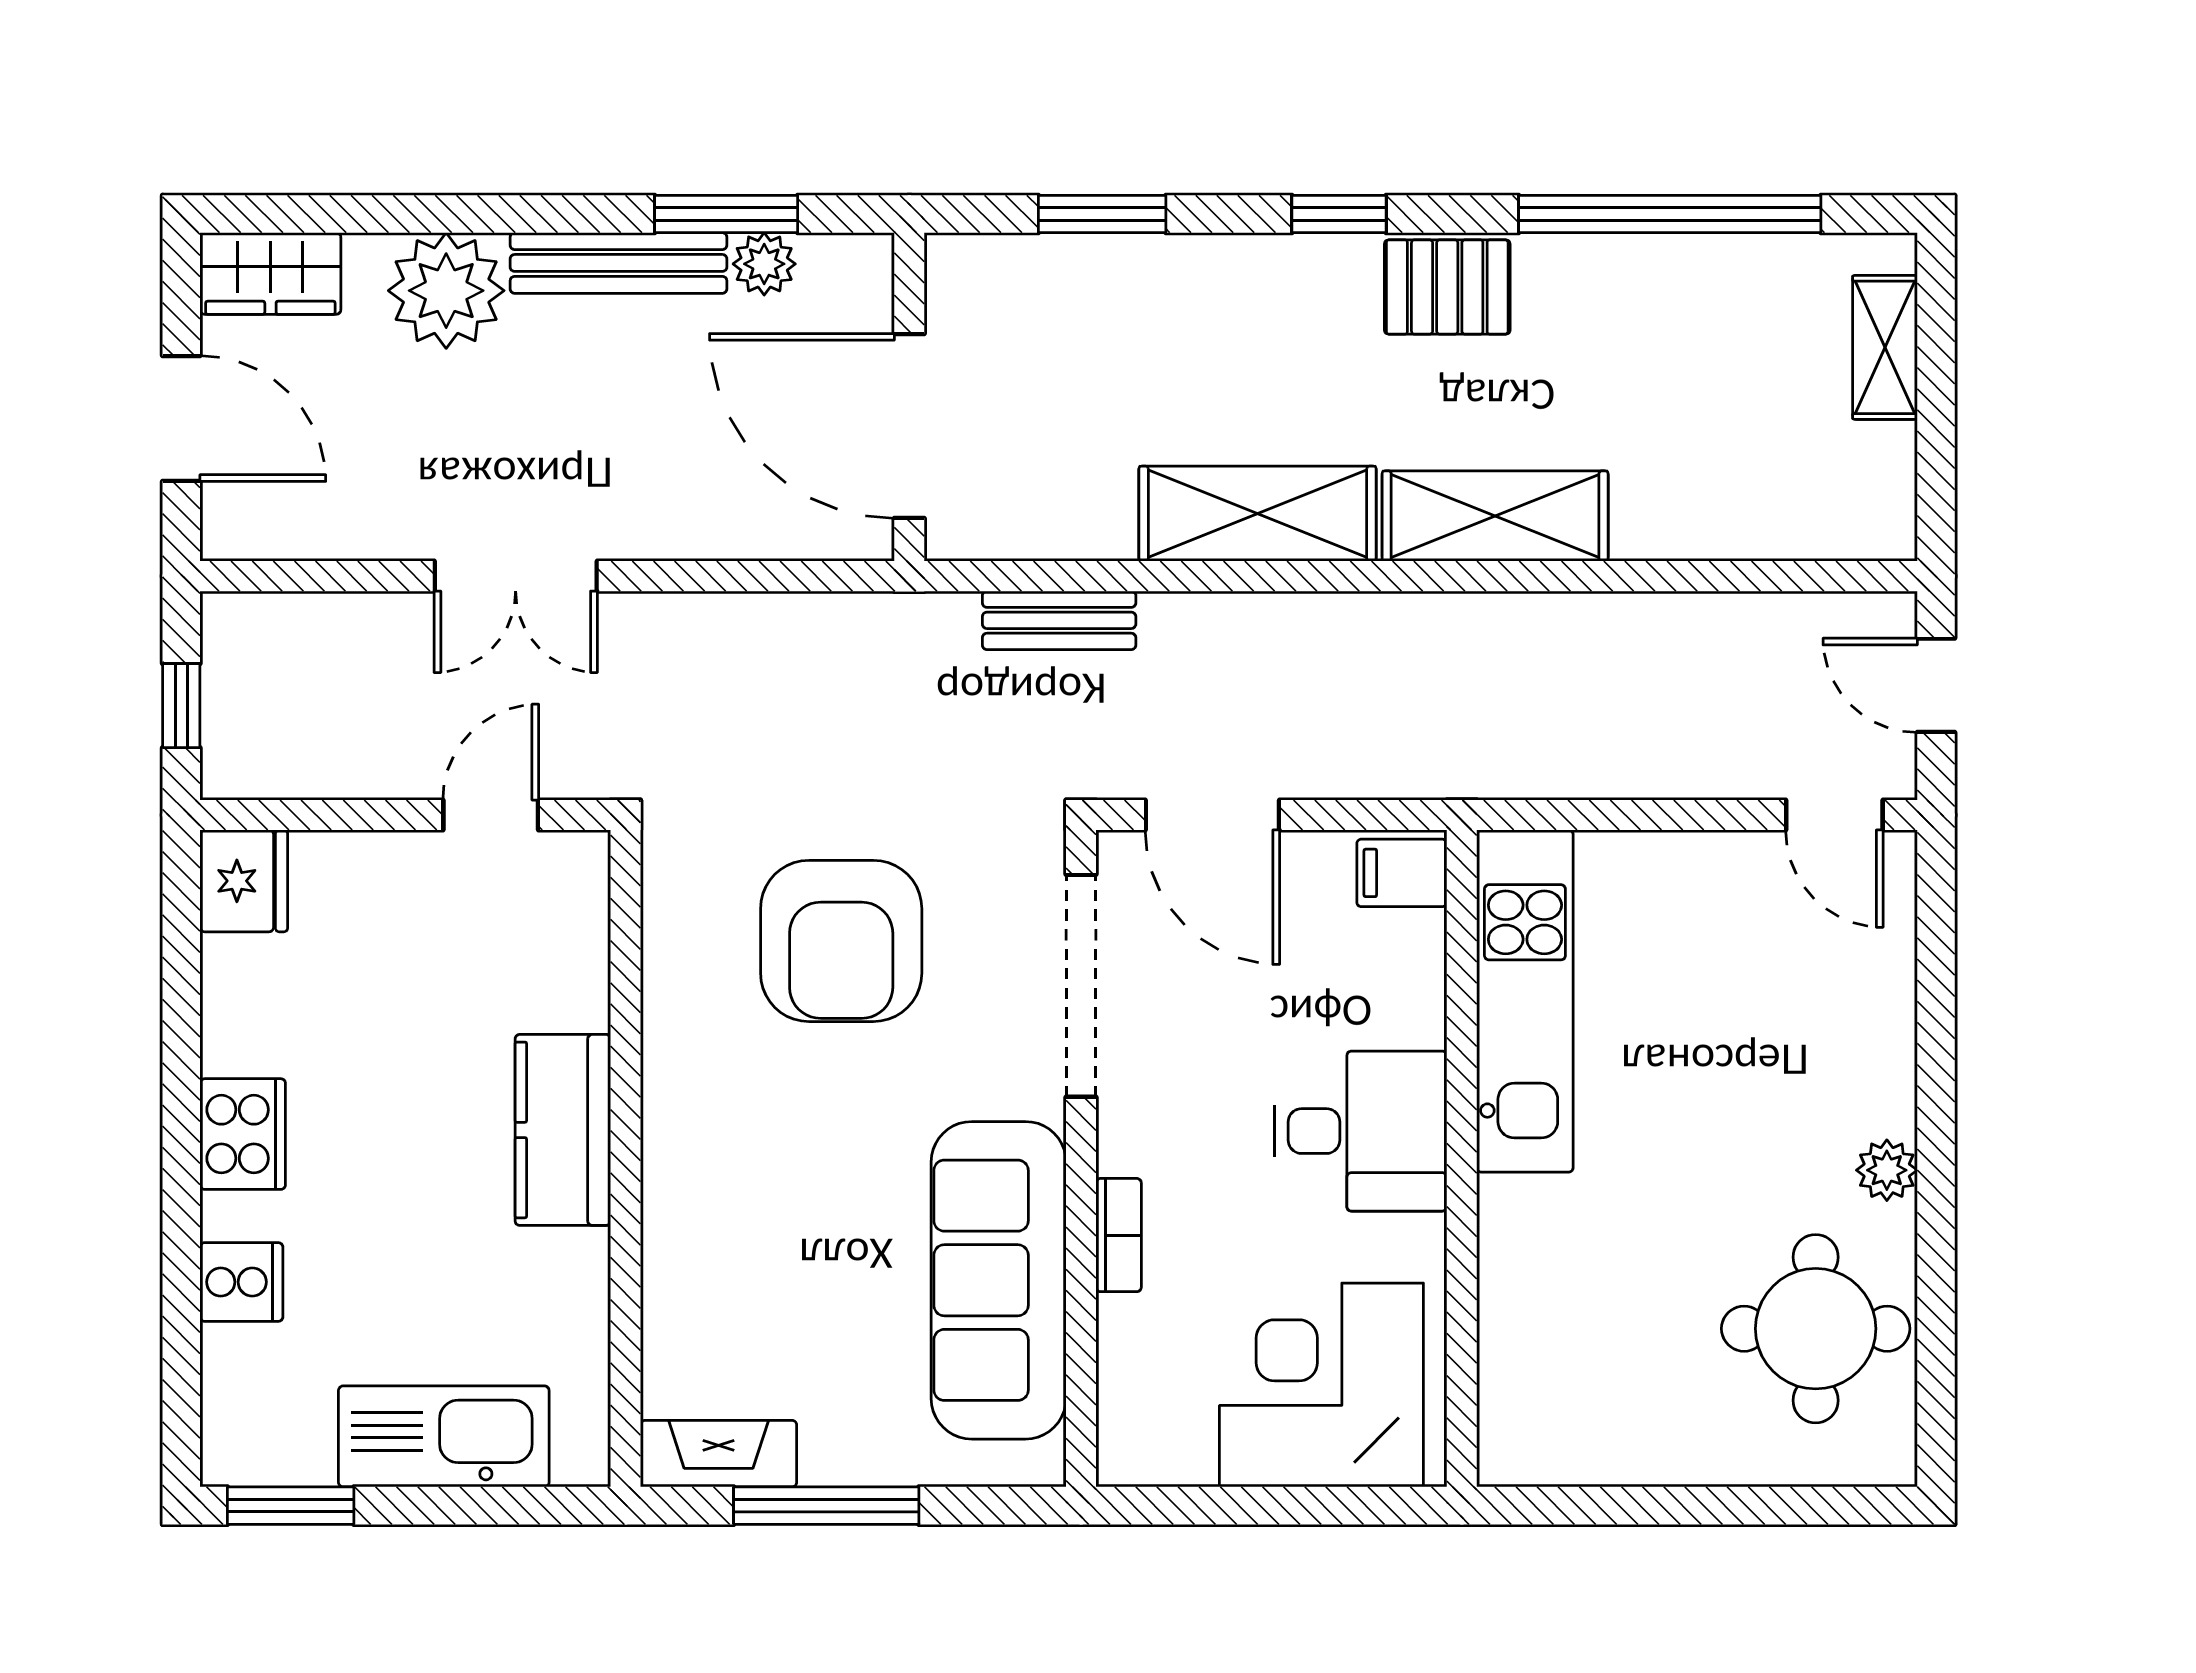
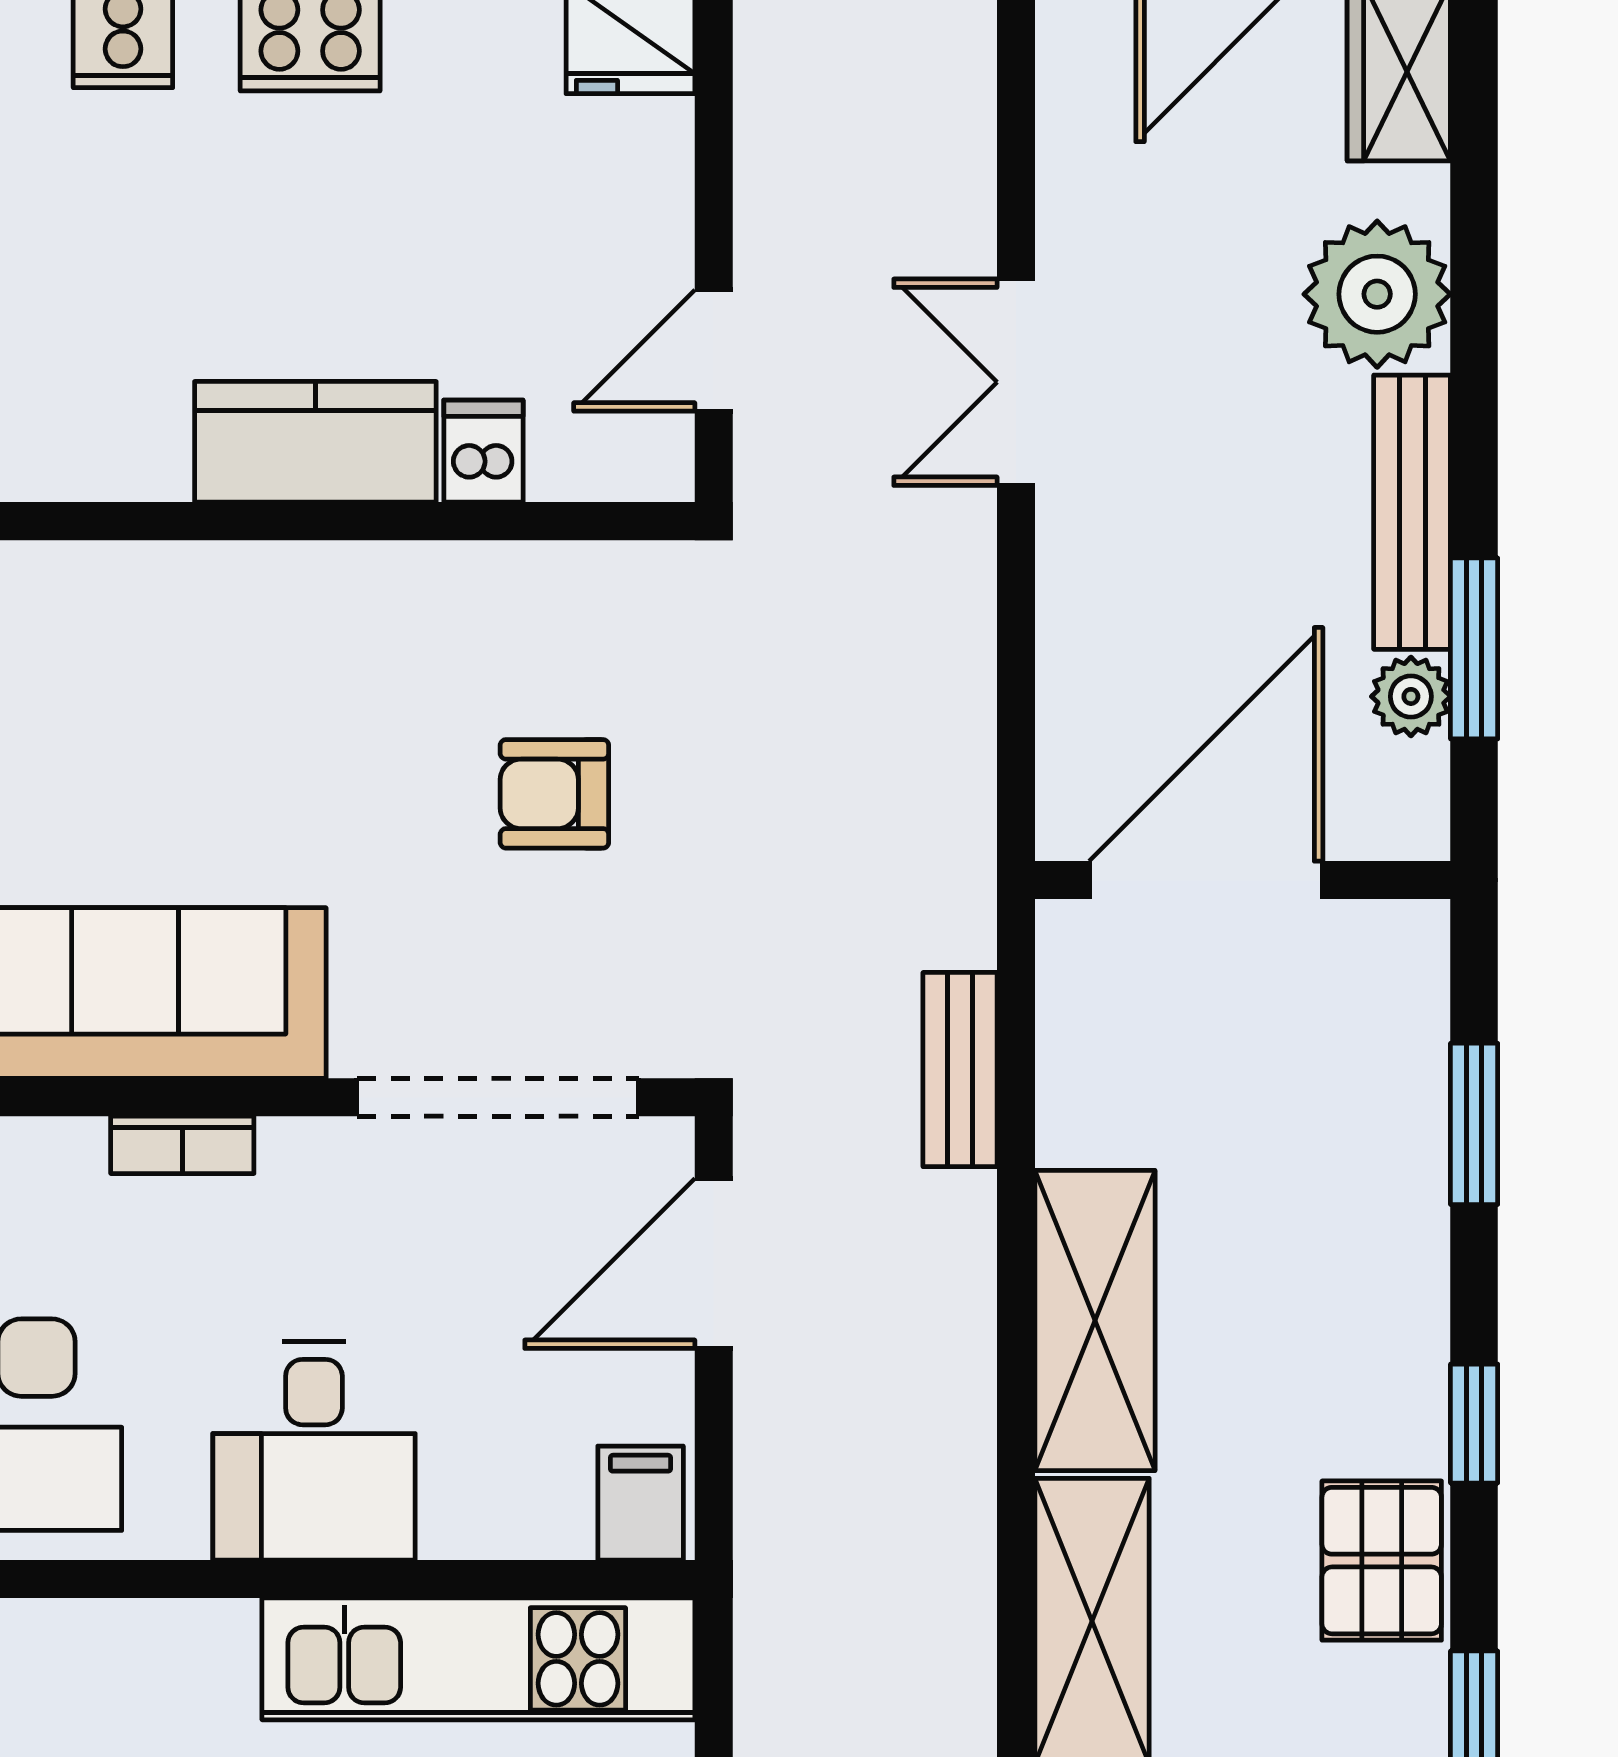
door: (491, 815) -> (714, 351), swing flipped
armchair: (841, 941) -> (554, 794), width x0.53, depth x0.53
dishwasher: (570, 997) -> (483, 451), added

